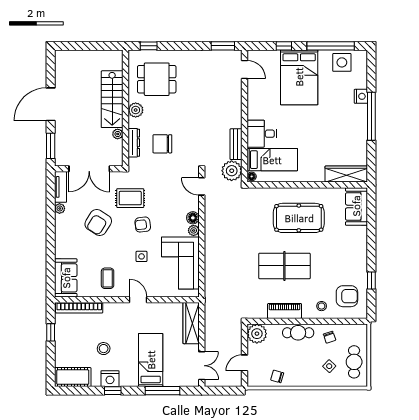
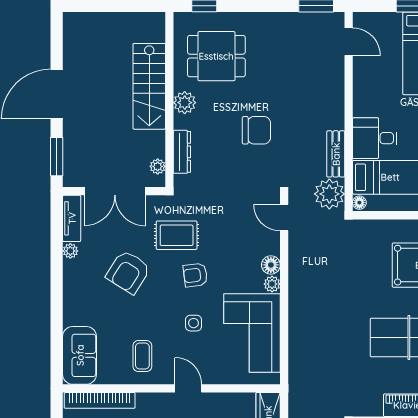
plant: (118, 134) -> (158, 166), moved
chair: (162, 144) -> (256, 130), moved, turned 180

